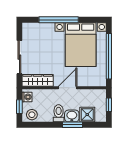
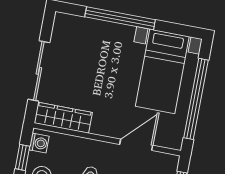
bed with nightstands: (81, 45) -> (162, 71), width x0.73
door: (68, 88) -> (136, 145), moved

